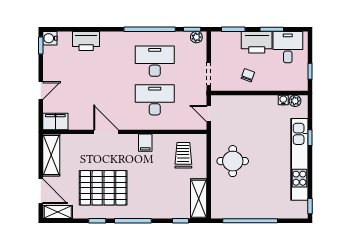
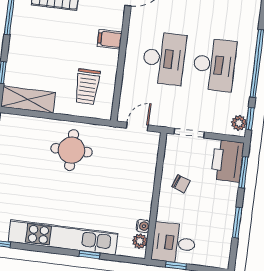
printer: (257, 42) -> (227, 161), moved
desk: (288, 47) -> (174, 243), moved, turned 180
trolley: (183, 155) -> (87, 87), turned 91

